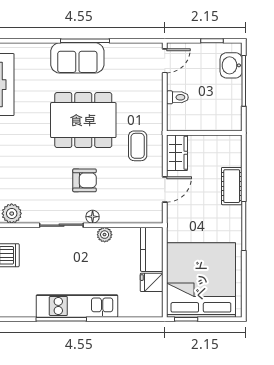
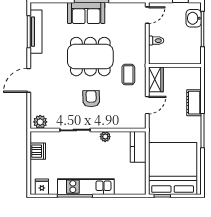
armchair: (84, 180) -> (91, 99), turned -91
floor lamp: (93, 217) -> (97, 124), removed
fridge: (152, 282) -> (42, 187), moved, turned 90

